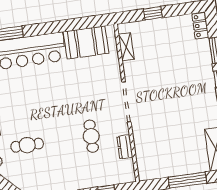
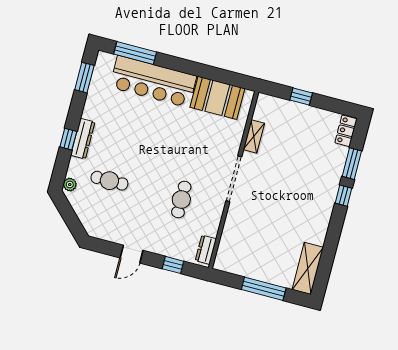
shelving: (126, 47) -> (254, 136), moved
dresser: (125, 147) -> (206, 250), moved

